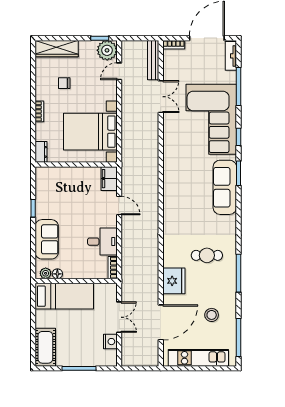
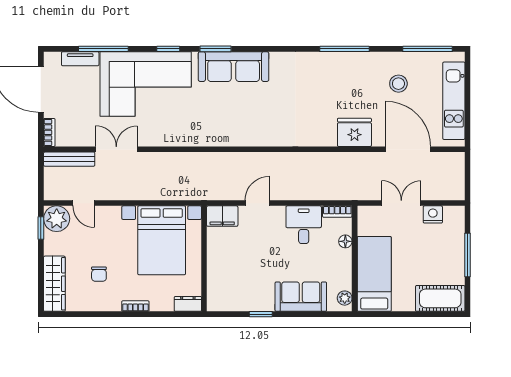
tv unit: (231, 56) -> (80, 59), moved
cafe table: (207, 255) -> (322, 90), removed
floor lamp: (57, 274) -> (345, 241), moved

